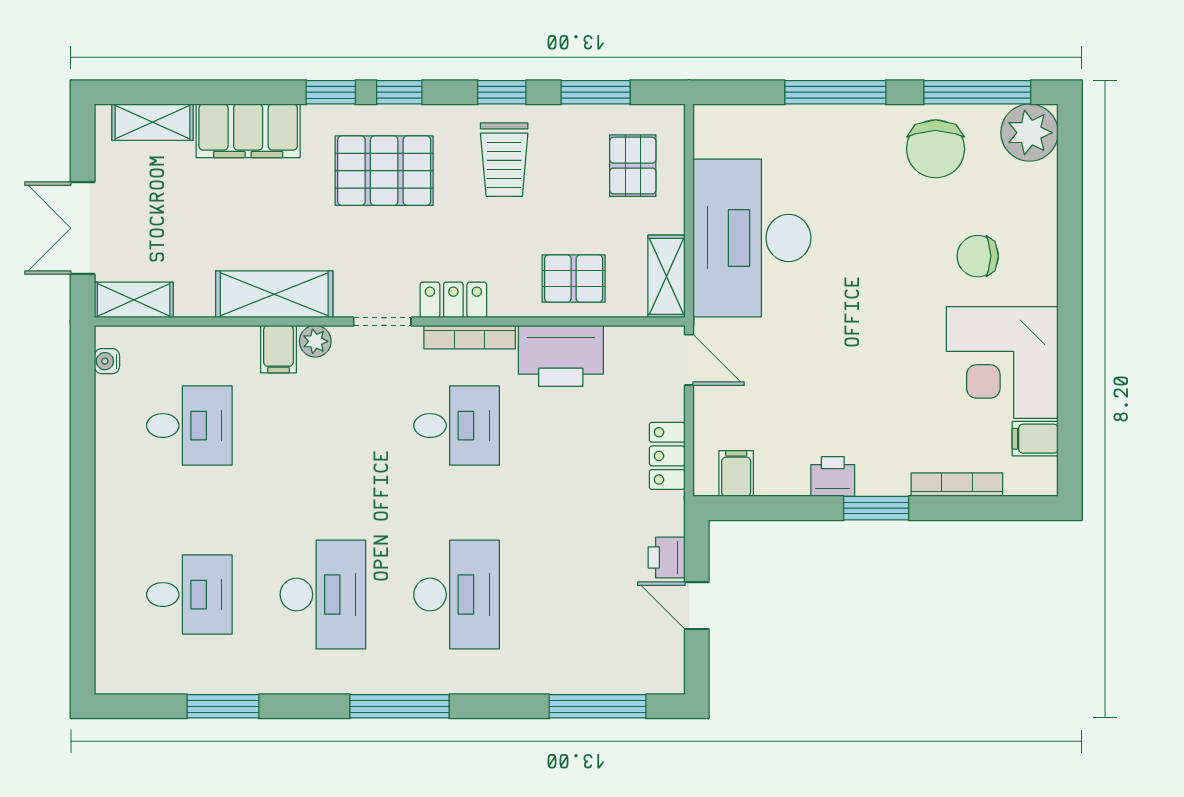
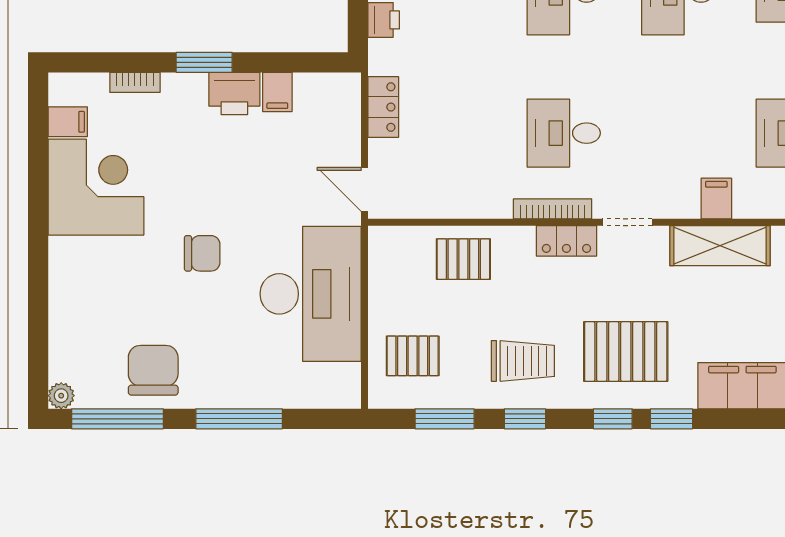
plant: (1030, 133) -> (61, 396), width x0.53, depth x0.53
trolley: (504, 160) -> (523, 361), turned 90
pallet: (633, 166) -> (413, 356), turned 90
chair: (978, 256) -> (202, 253), moved
shelving: (667, 276) -> (384, 261), removed
plant: (315, 341) -> (685, 205), removed
printer: (561, 356) -> (474, 193), removed
filing cabinet: (736, 474) -> (277, 92), moved
printer: (833, 477) -> (234, 93), width x1.36, depth x1.24
bookcase: (957, 485) -> (135, 82), width x0.64

